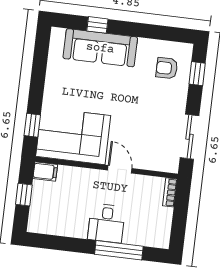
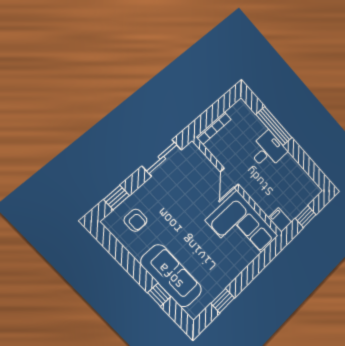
window: (32, 125) -> (223, 301), moved
bookcase: (170, 192) -> (214, 128), width x1.56

